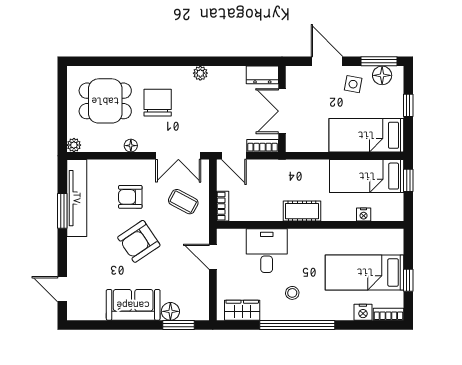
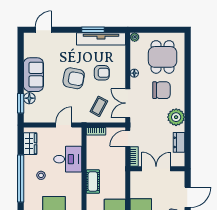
plant: (200, 73) -> (176, 117), width x1.88, depth x1.88
dresser: (262, 75) -> (179, 142), moved
armchair: (130, 197) -> (102, 73), turned 90
armchair: (139, 241) -> (74, 78), turned 135

